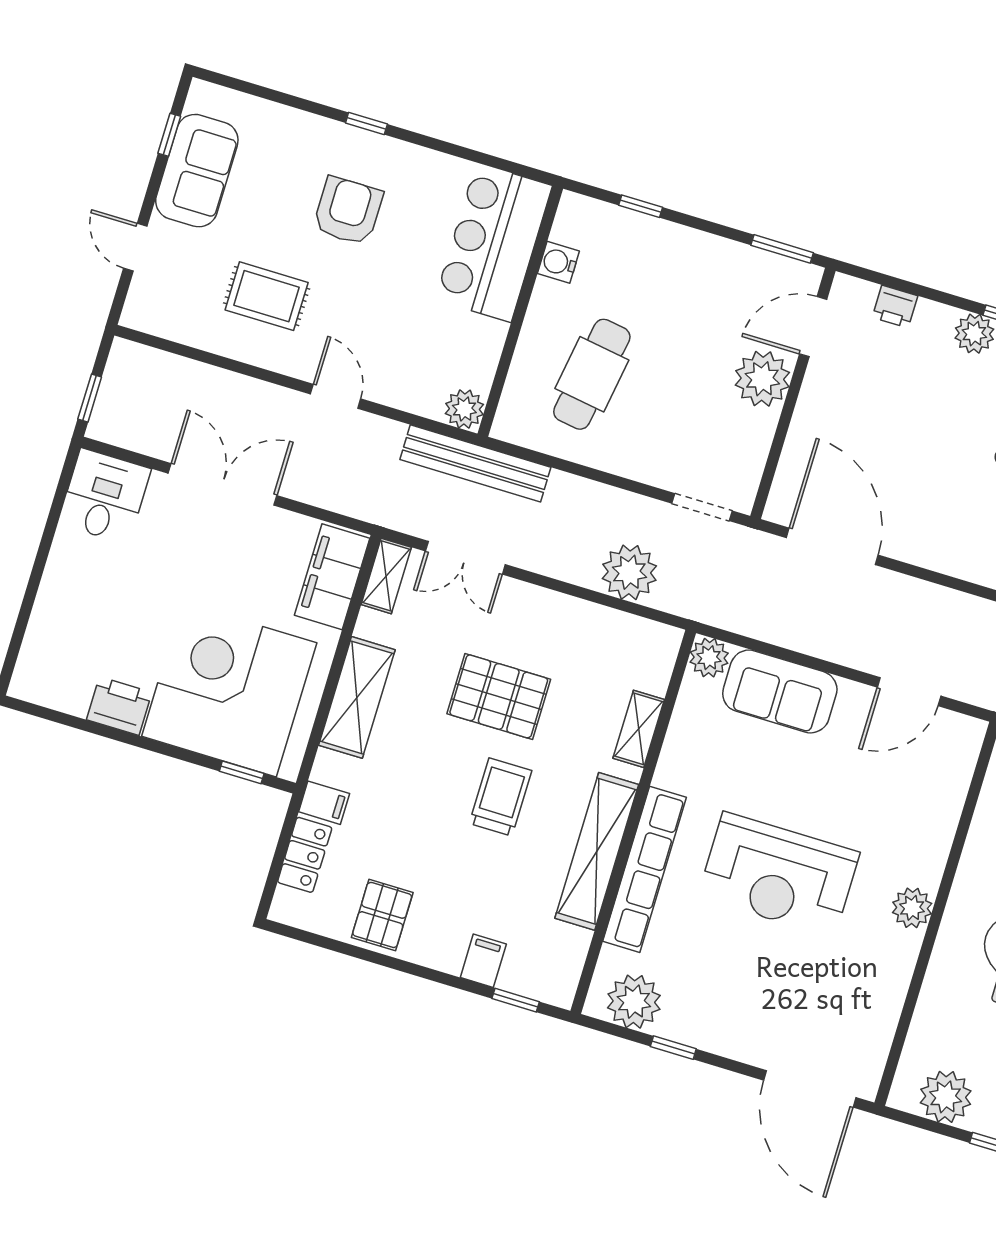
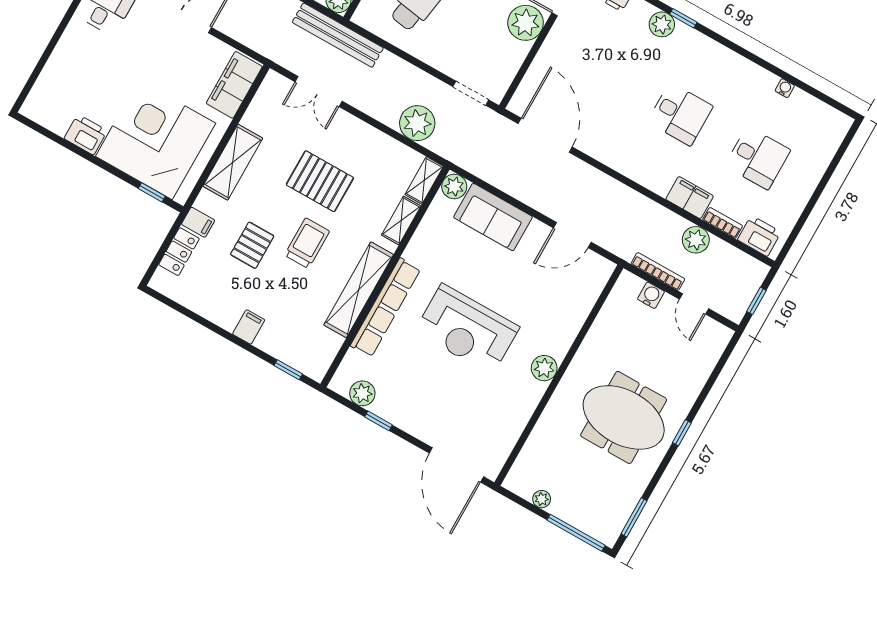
shelving: (386, 576) -> (424, 180), moved
pallet: (382, 915) -> (252, 245), moved
filing cabinet: (483, 961) -> (249, 327), moved
plant: (634, 1002) -> (362, 393), width x0.73, depth x0.73
plant: (946, 1097) -> (542, 499), width x0.53, depth x0.53

